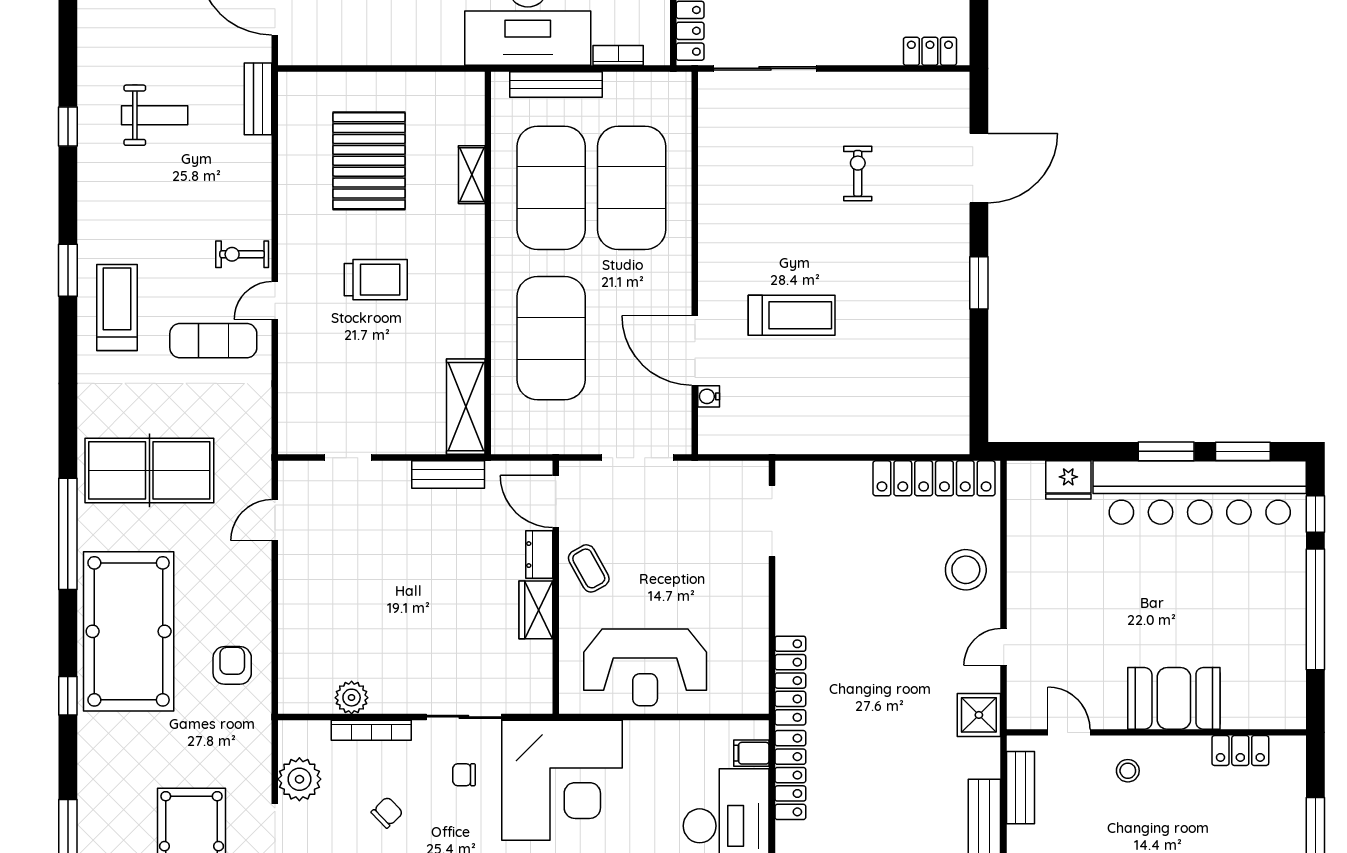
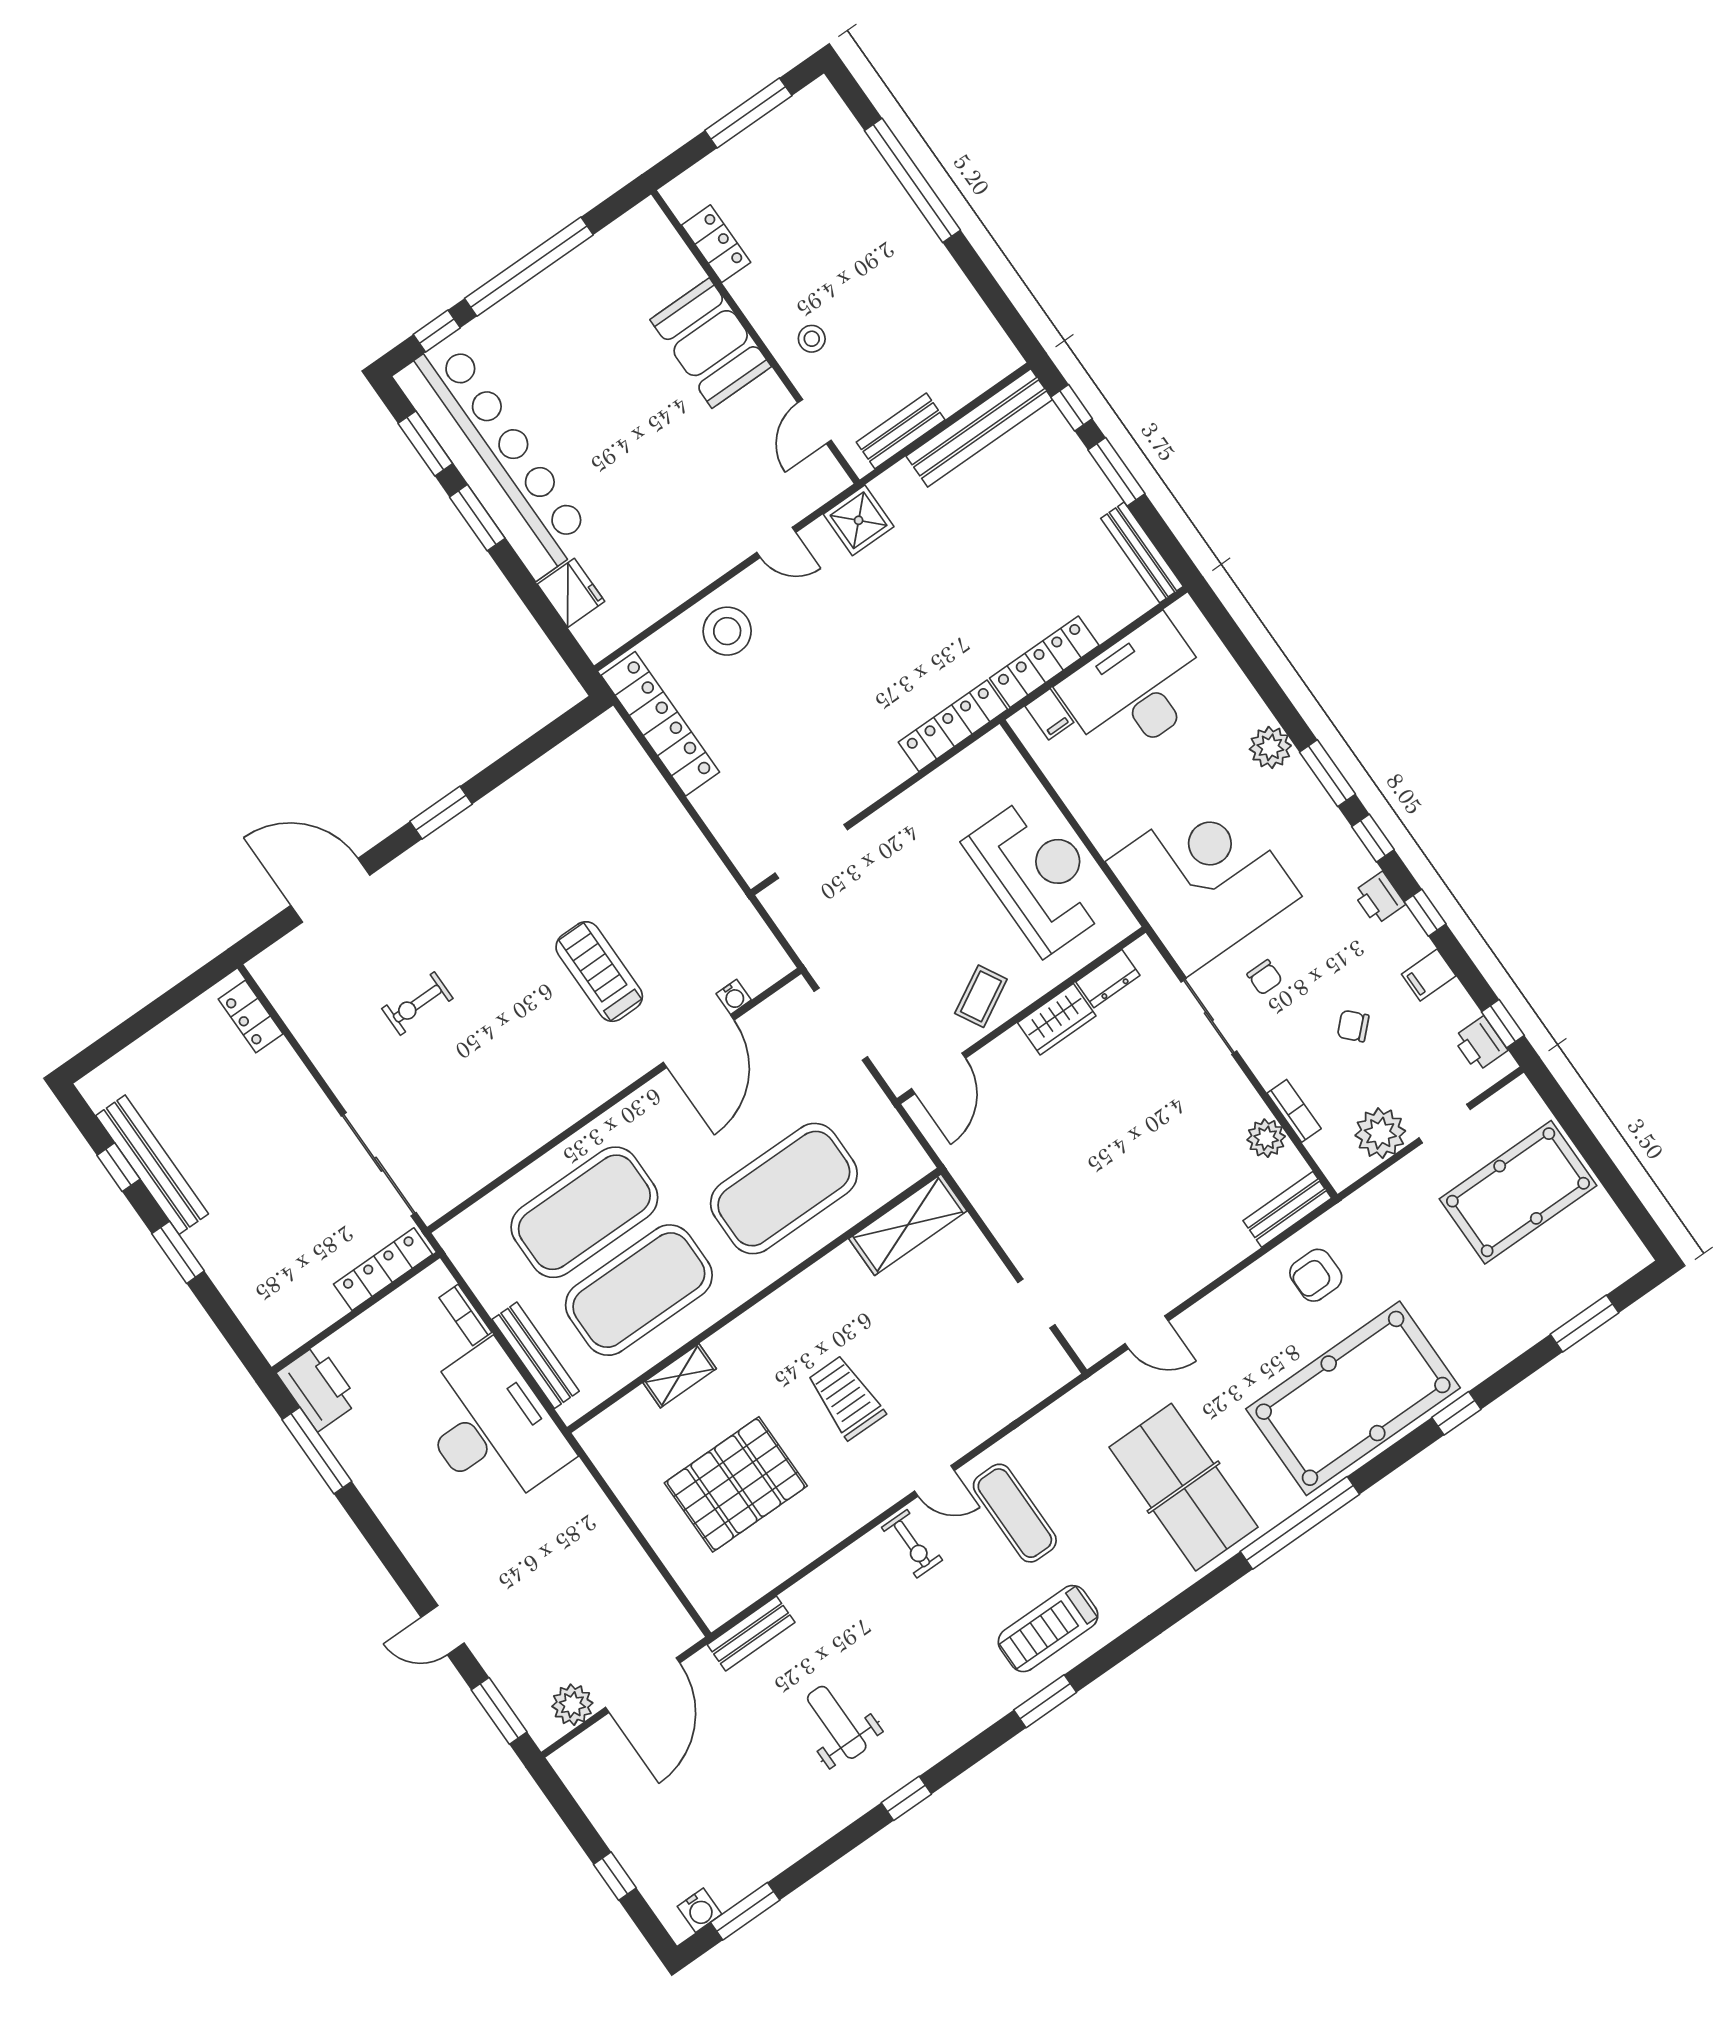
bench: (448, 474) -> (1287, 1209), moved, turned 90
dresser: (539, 555) -> (1108, 979), moved
bookcase: (371, 730) -> (1294, 1111), width x0.64

